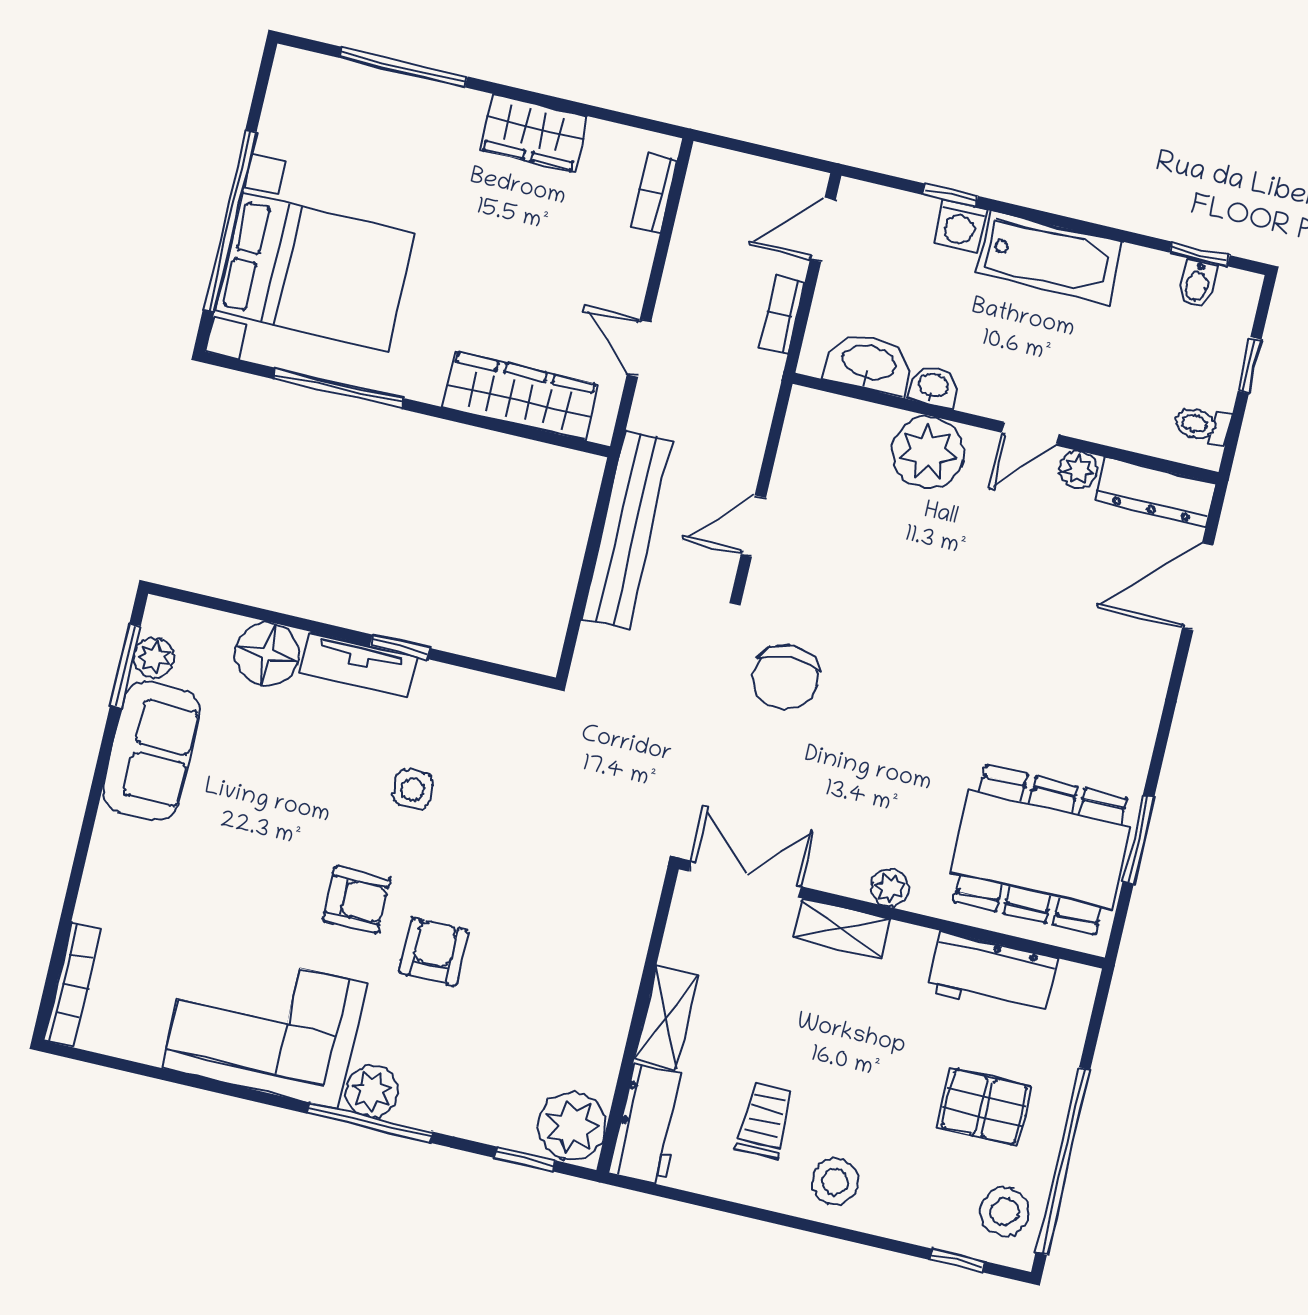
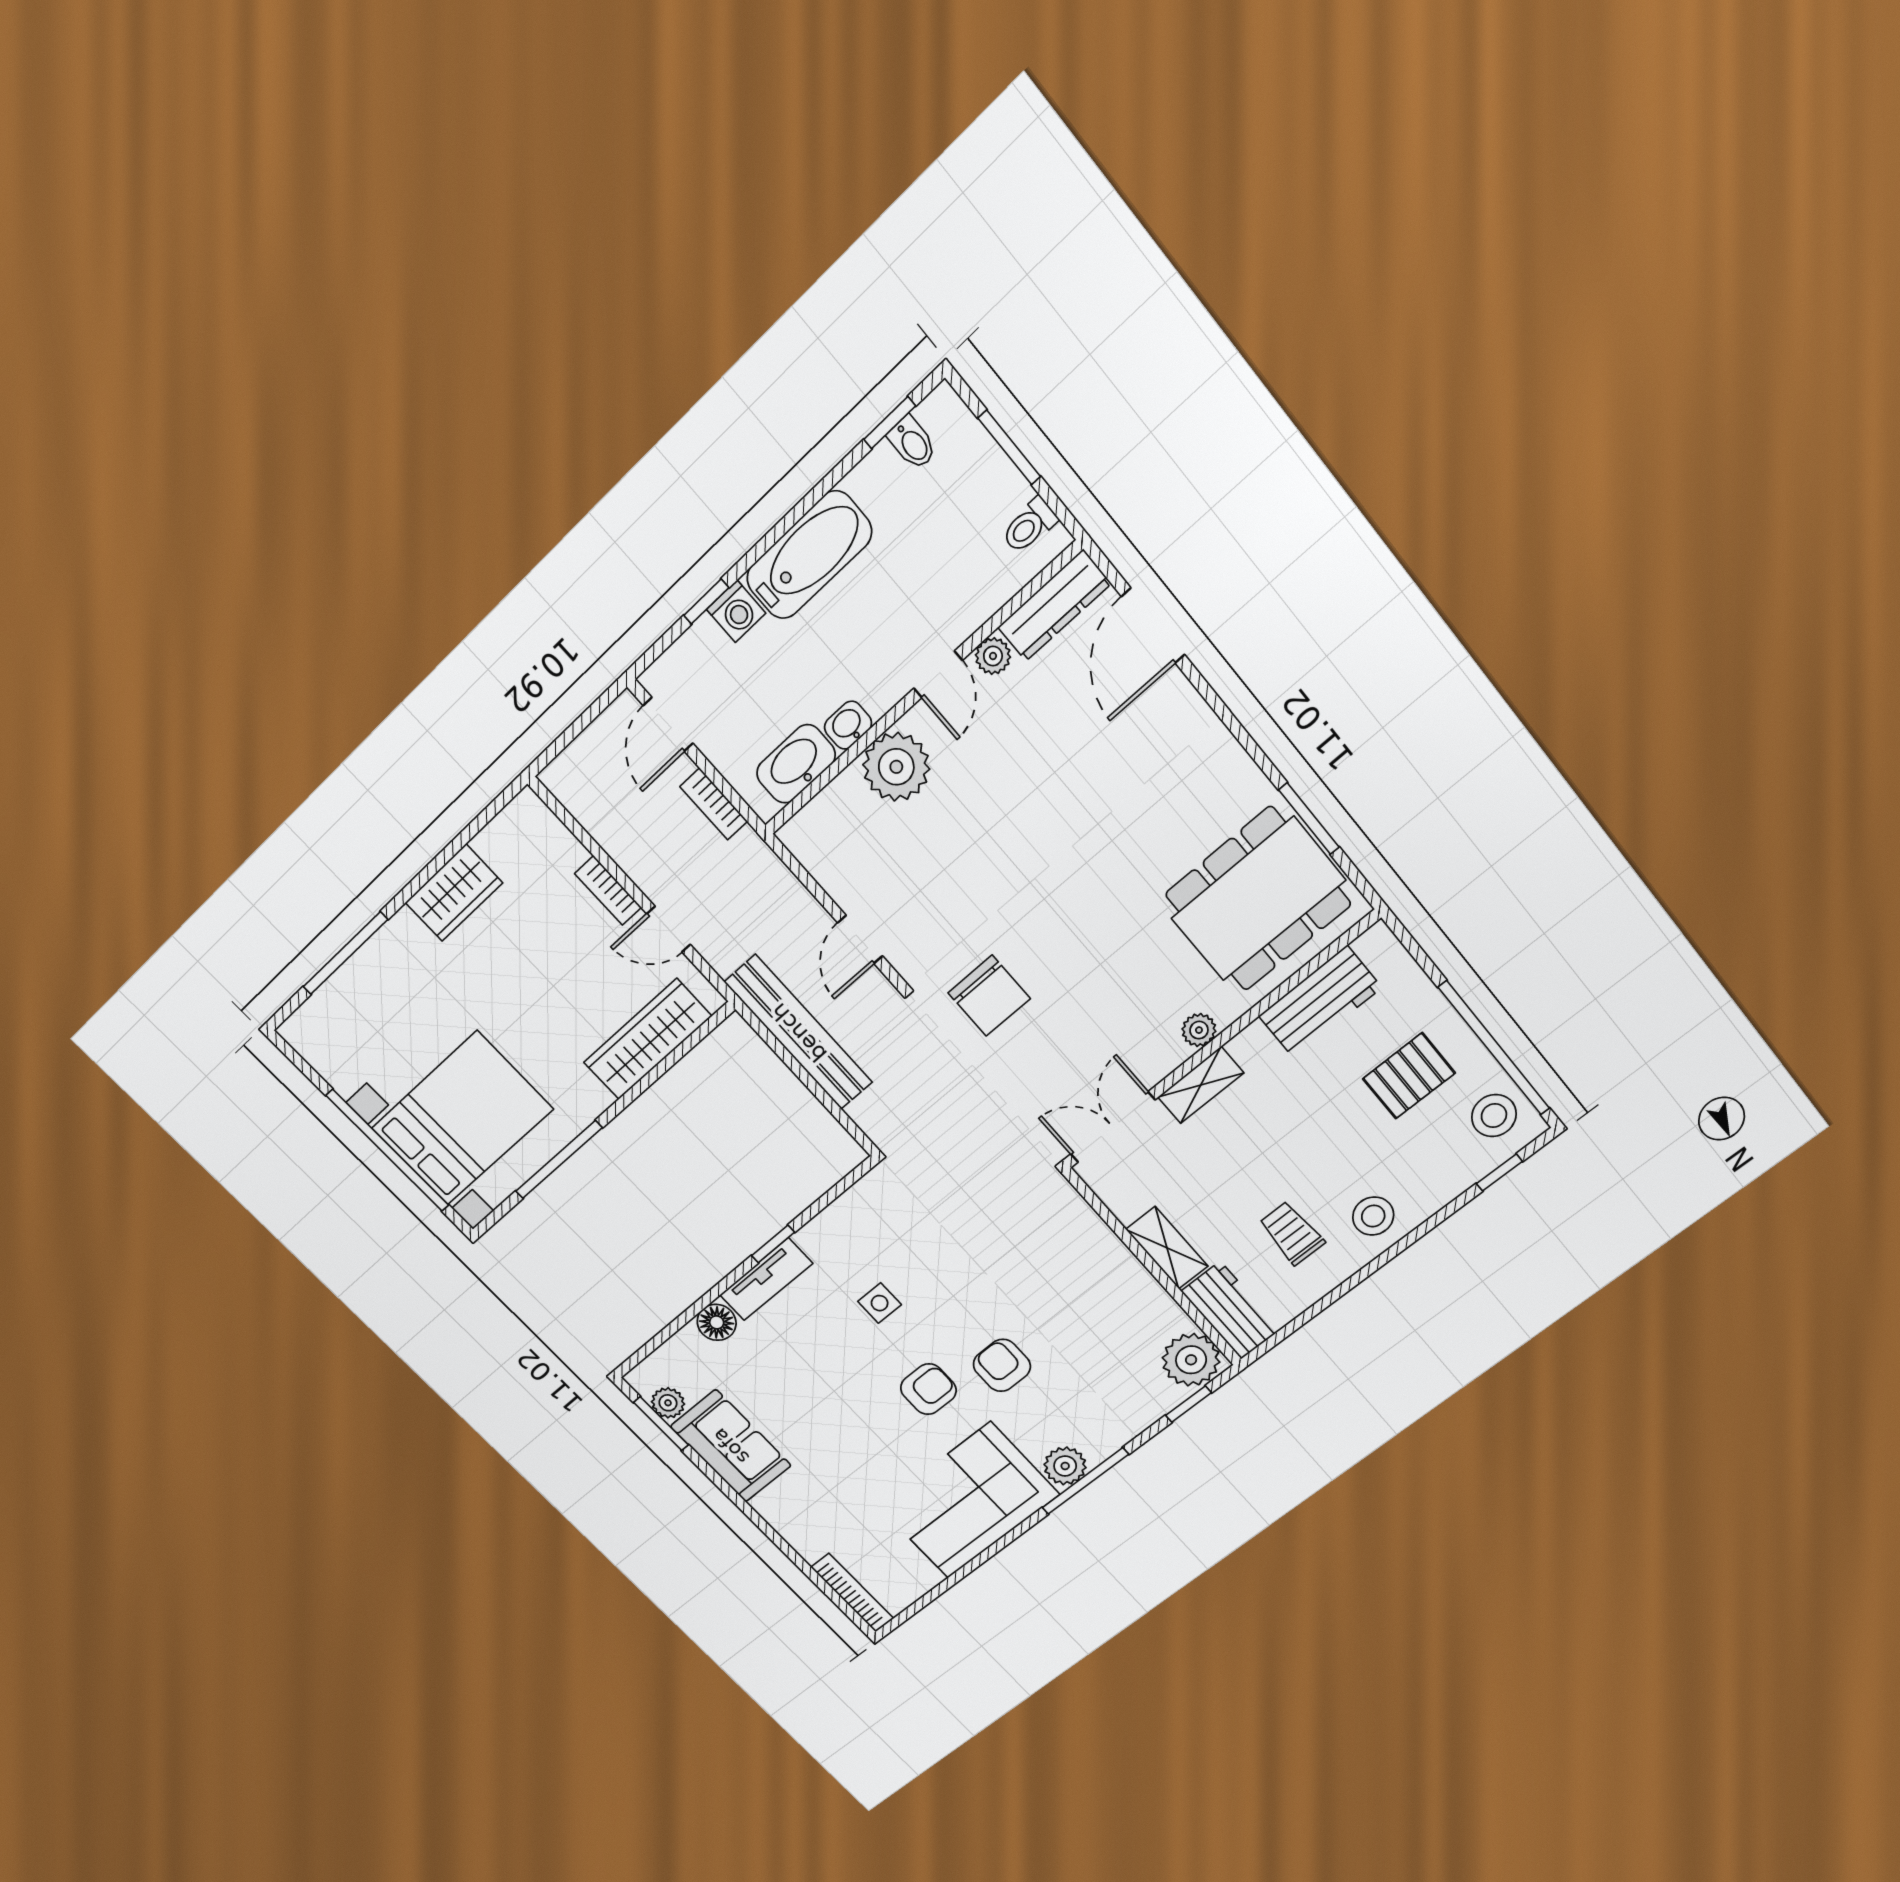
bookcase: (654, 193) -> (608, 890), moved
window: (1250, 365) -> (1009, 447), width x1.50
floor lamp: (267, 654) -> (717, 1322), width x0.73, depth x0.73

